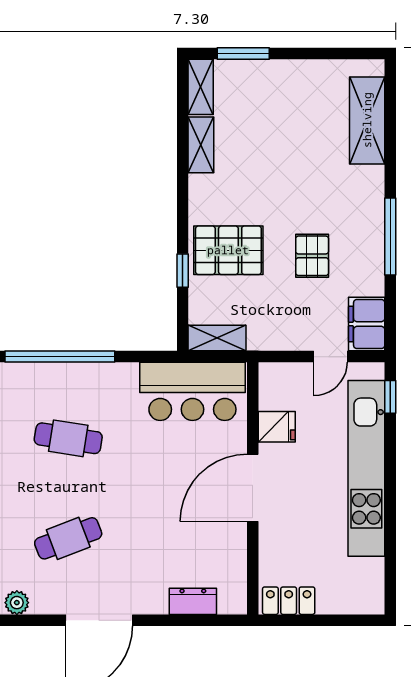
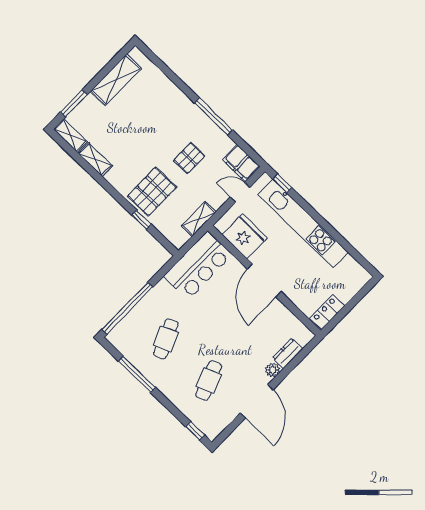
shelving: (367, 120) -> (116, 80), moved, turned 90
pallet: (312, 256) -> (189, 158), turned 90
shelving: (217, 338) -> (199, 219), moved
door: (330, 357) -> (240, 192), swing flipped
fridge: (277, 427) -> (245, 236), width x1.88, depth x1.34
cafe table: (68, 438) -> (166, 339), turned -33
plant: (17, 603) -> (273, 370), moved

